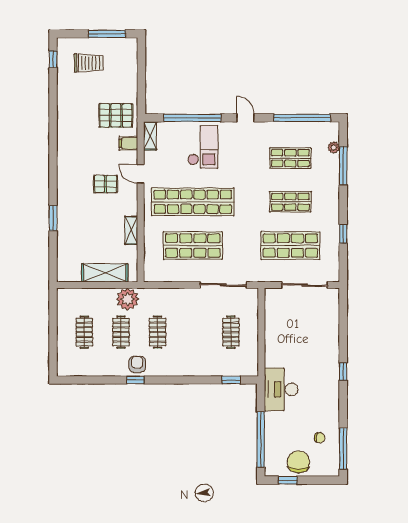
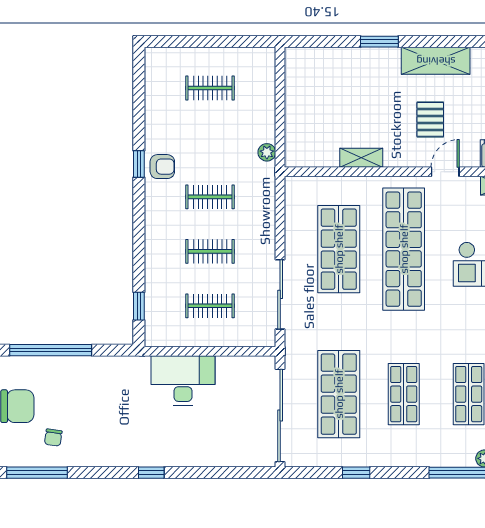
shelving: (105, 273) -> (436, 61), moved, turned 90
sliding door: (305, 285) -> (280, 415), width x1.36
plant: (128, 299) -> (267, 152), width x0.53, depth x0.53
clothes rail: (121, 332) -> (210, 251), moved
desk: (281, 389) -> (183, 381), moved

